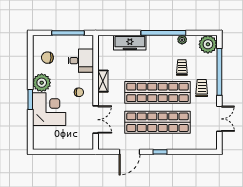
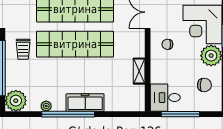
freezer: (130, 43) -> (85, 103), moved
desk: (81, 61) -> (165, 98), moved
trolley: (182, 68) -> (46, 73), removed
shelving: (103, 81) -> (139, 71), moved

